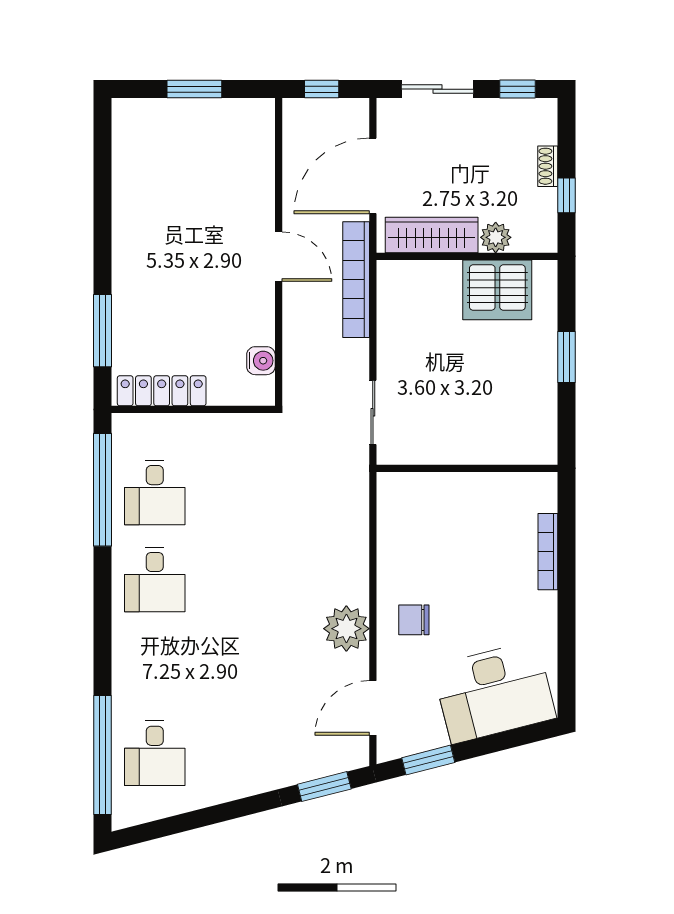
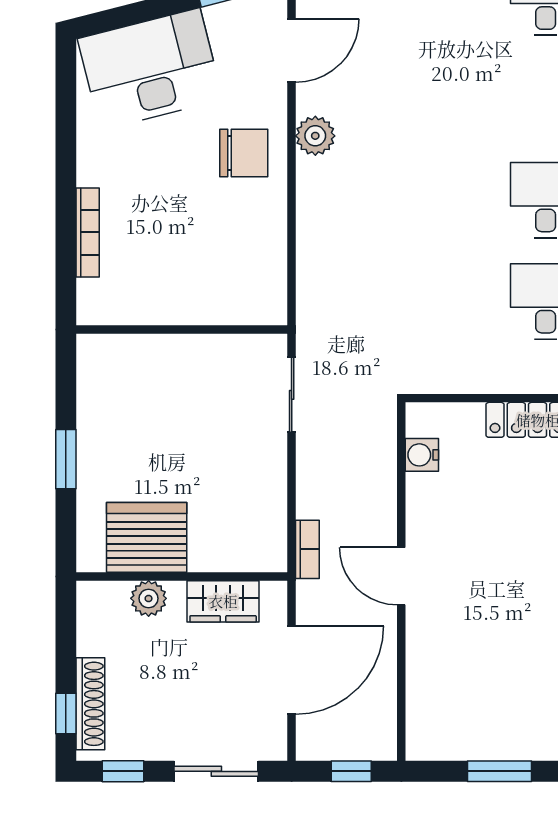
shoe rack: (548, 166) -> (90, 704), width x1.94, depth x1.24
window: (567, 195) -> (66, 714), moved
wardrobe: (432, 235) -> (223, 601), width x0.67
bookcase: (356, 280) -> (307, 549), width x0.43, depth x0.76
chair: (414, 620) -> (244, 153), width x1.37, depth x1.37
plant: (346, 629) -> (315, 136), width x0.73, depth x0.73

